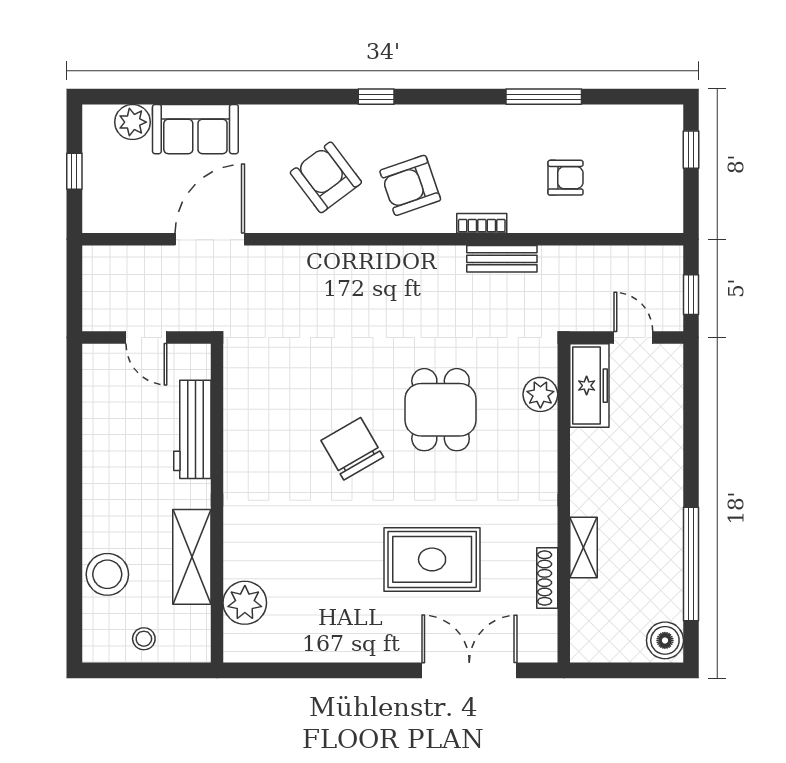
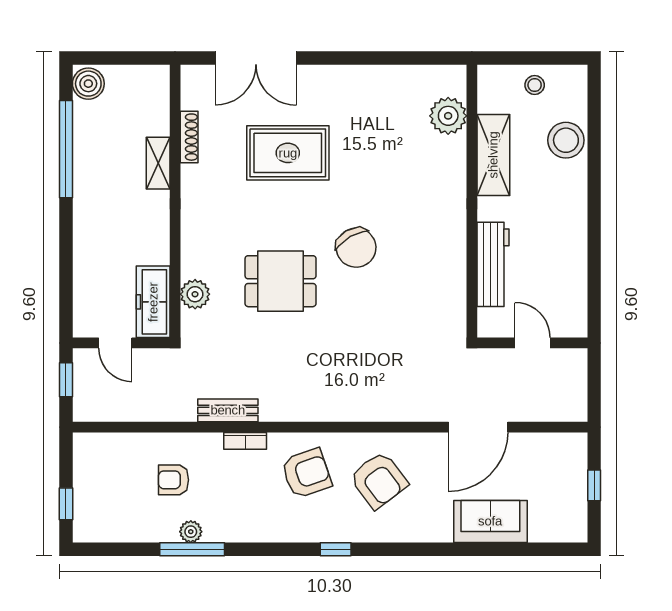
plant: (133, 122) -> (191, 532), moved, width x0.73, depth x0.73
dining table: (441, 410) -> (281, 281), turned 90

